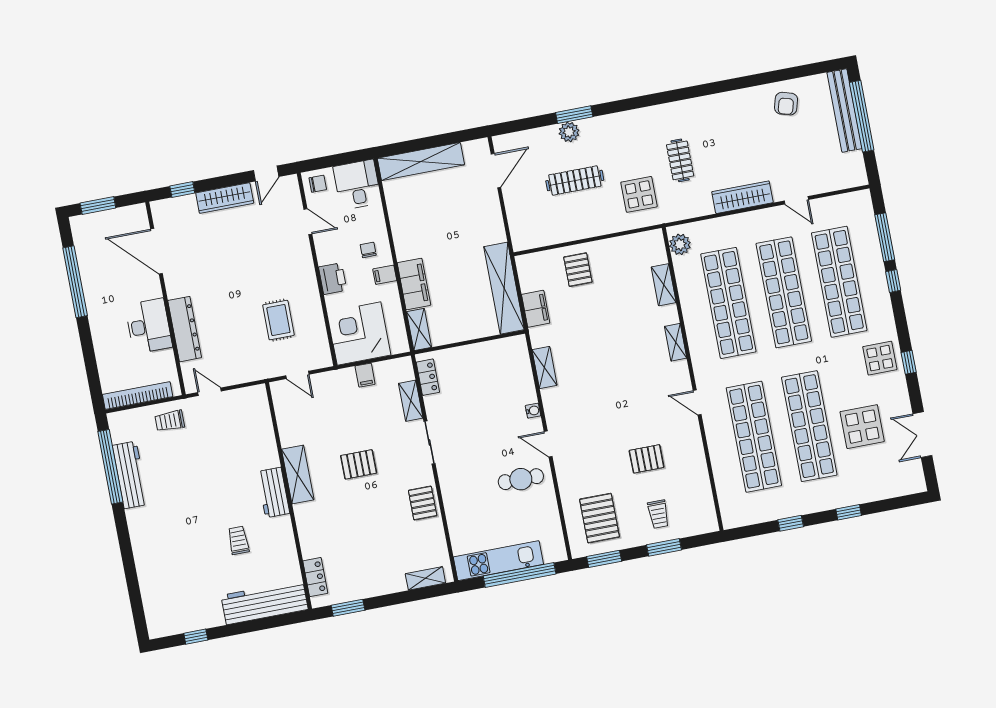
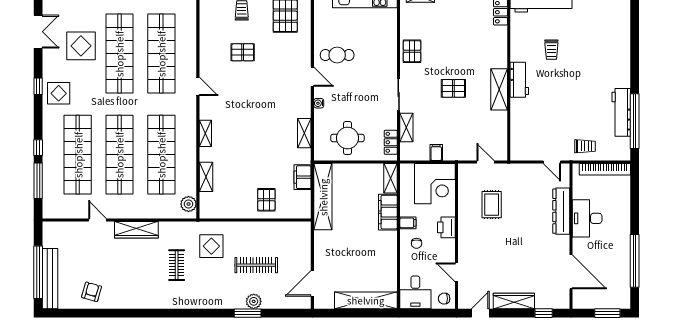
round table: (486, 372) -> (348, 138), added

